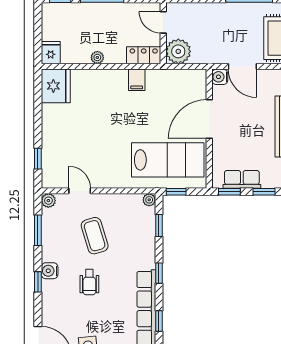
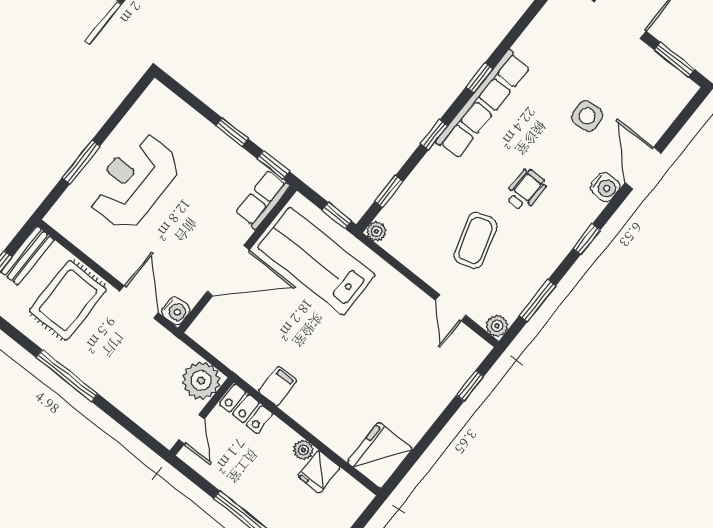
fridge: (51, 53) -> (319, 472), moved
row of seats: (242, 179) -> (262, 199), moved, turned 90
water cooler: (50, 271) -> (605, 187), moved

